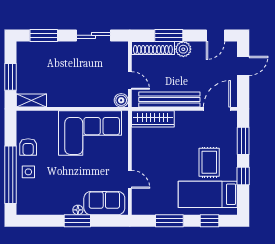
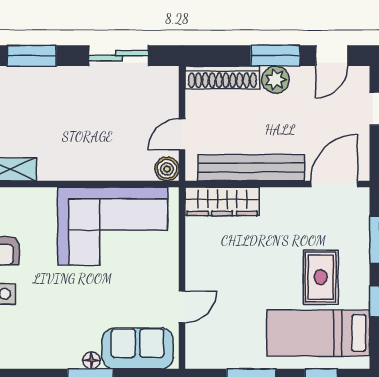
window: (169, 35) -> (275, 56), moved
door: (130, 81) -> (182, 134), swing flipped
door: (130, 179) -> (182, 307), hinge flipped

